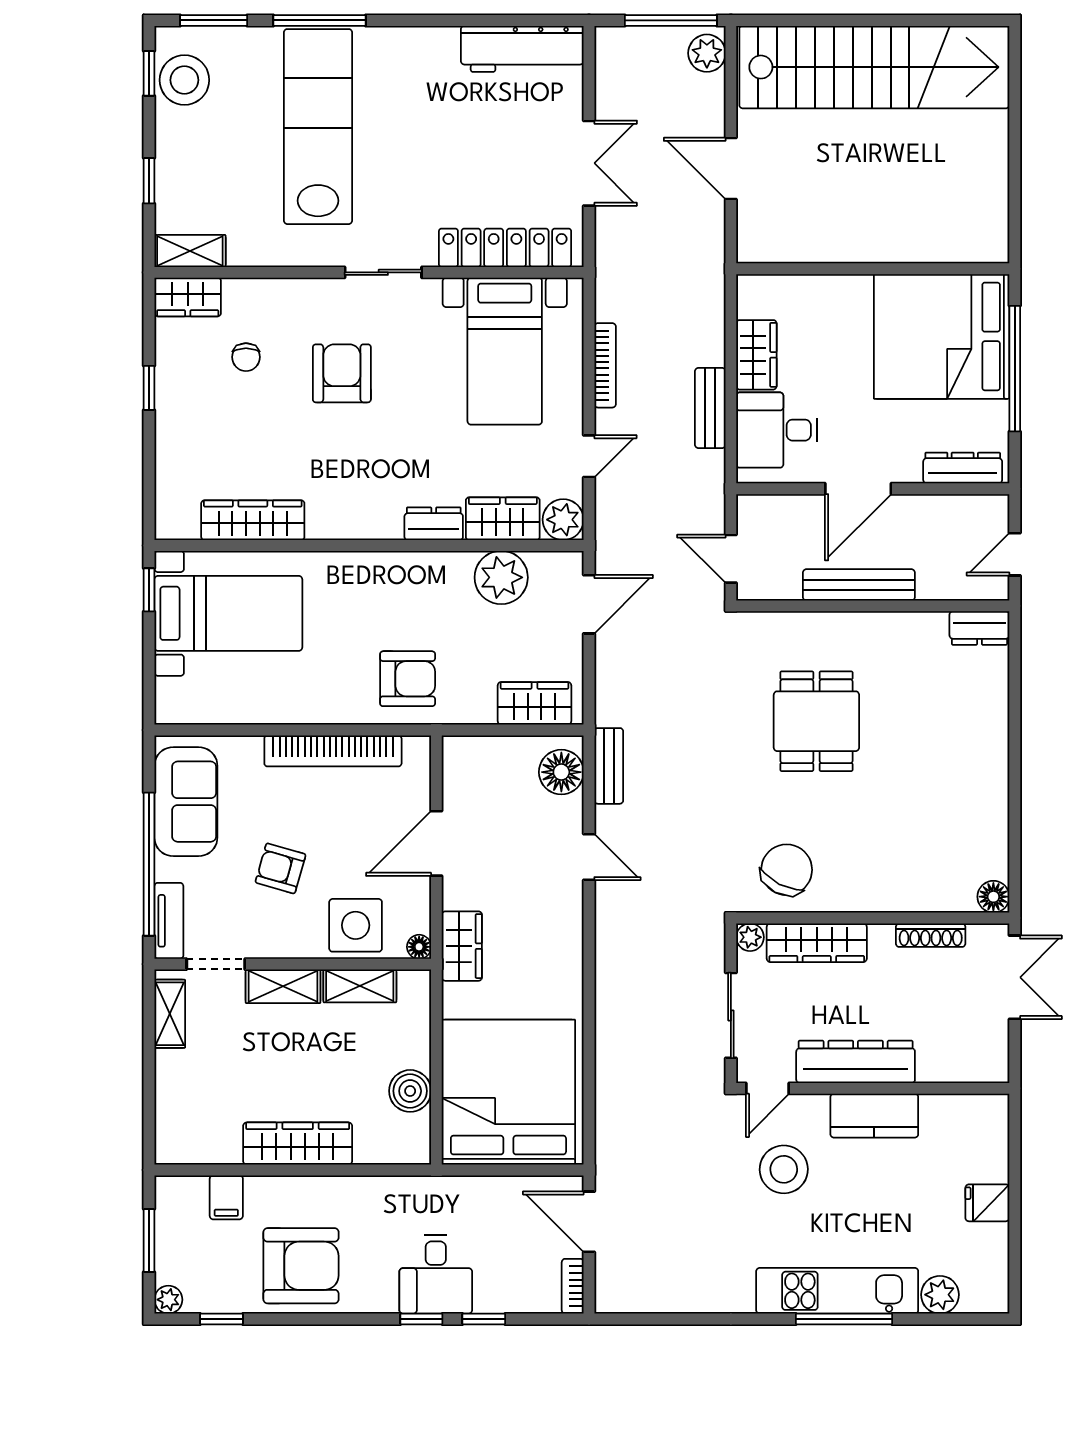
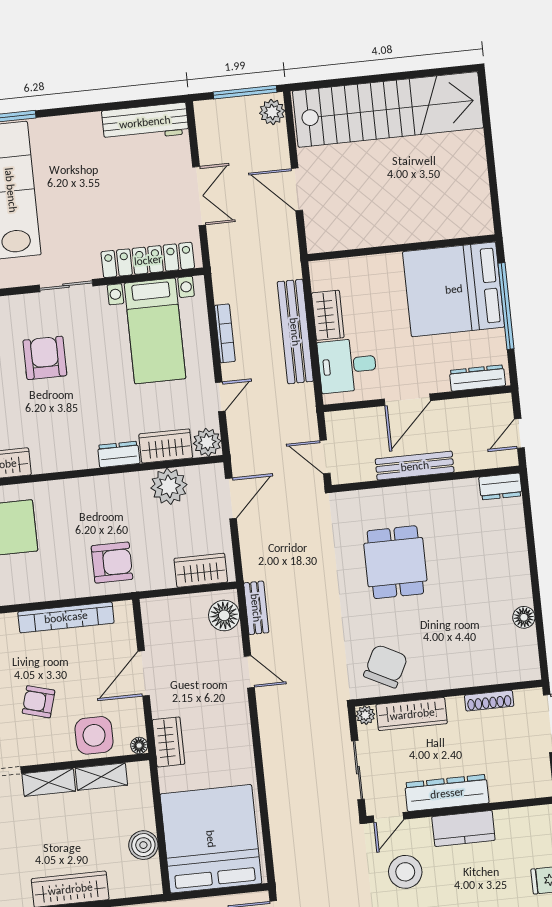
bench: (710, 408) -> (295, 332), width x1.86, depth x1.21
floor lamp: (993, 897) -> (524, 617), moved

